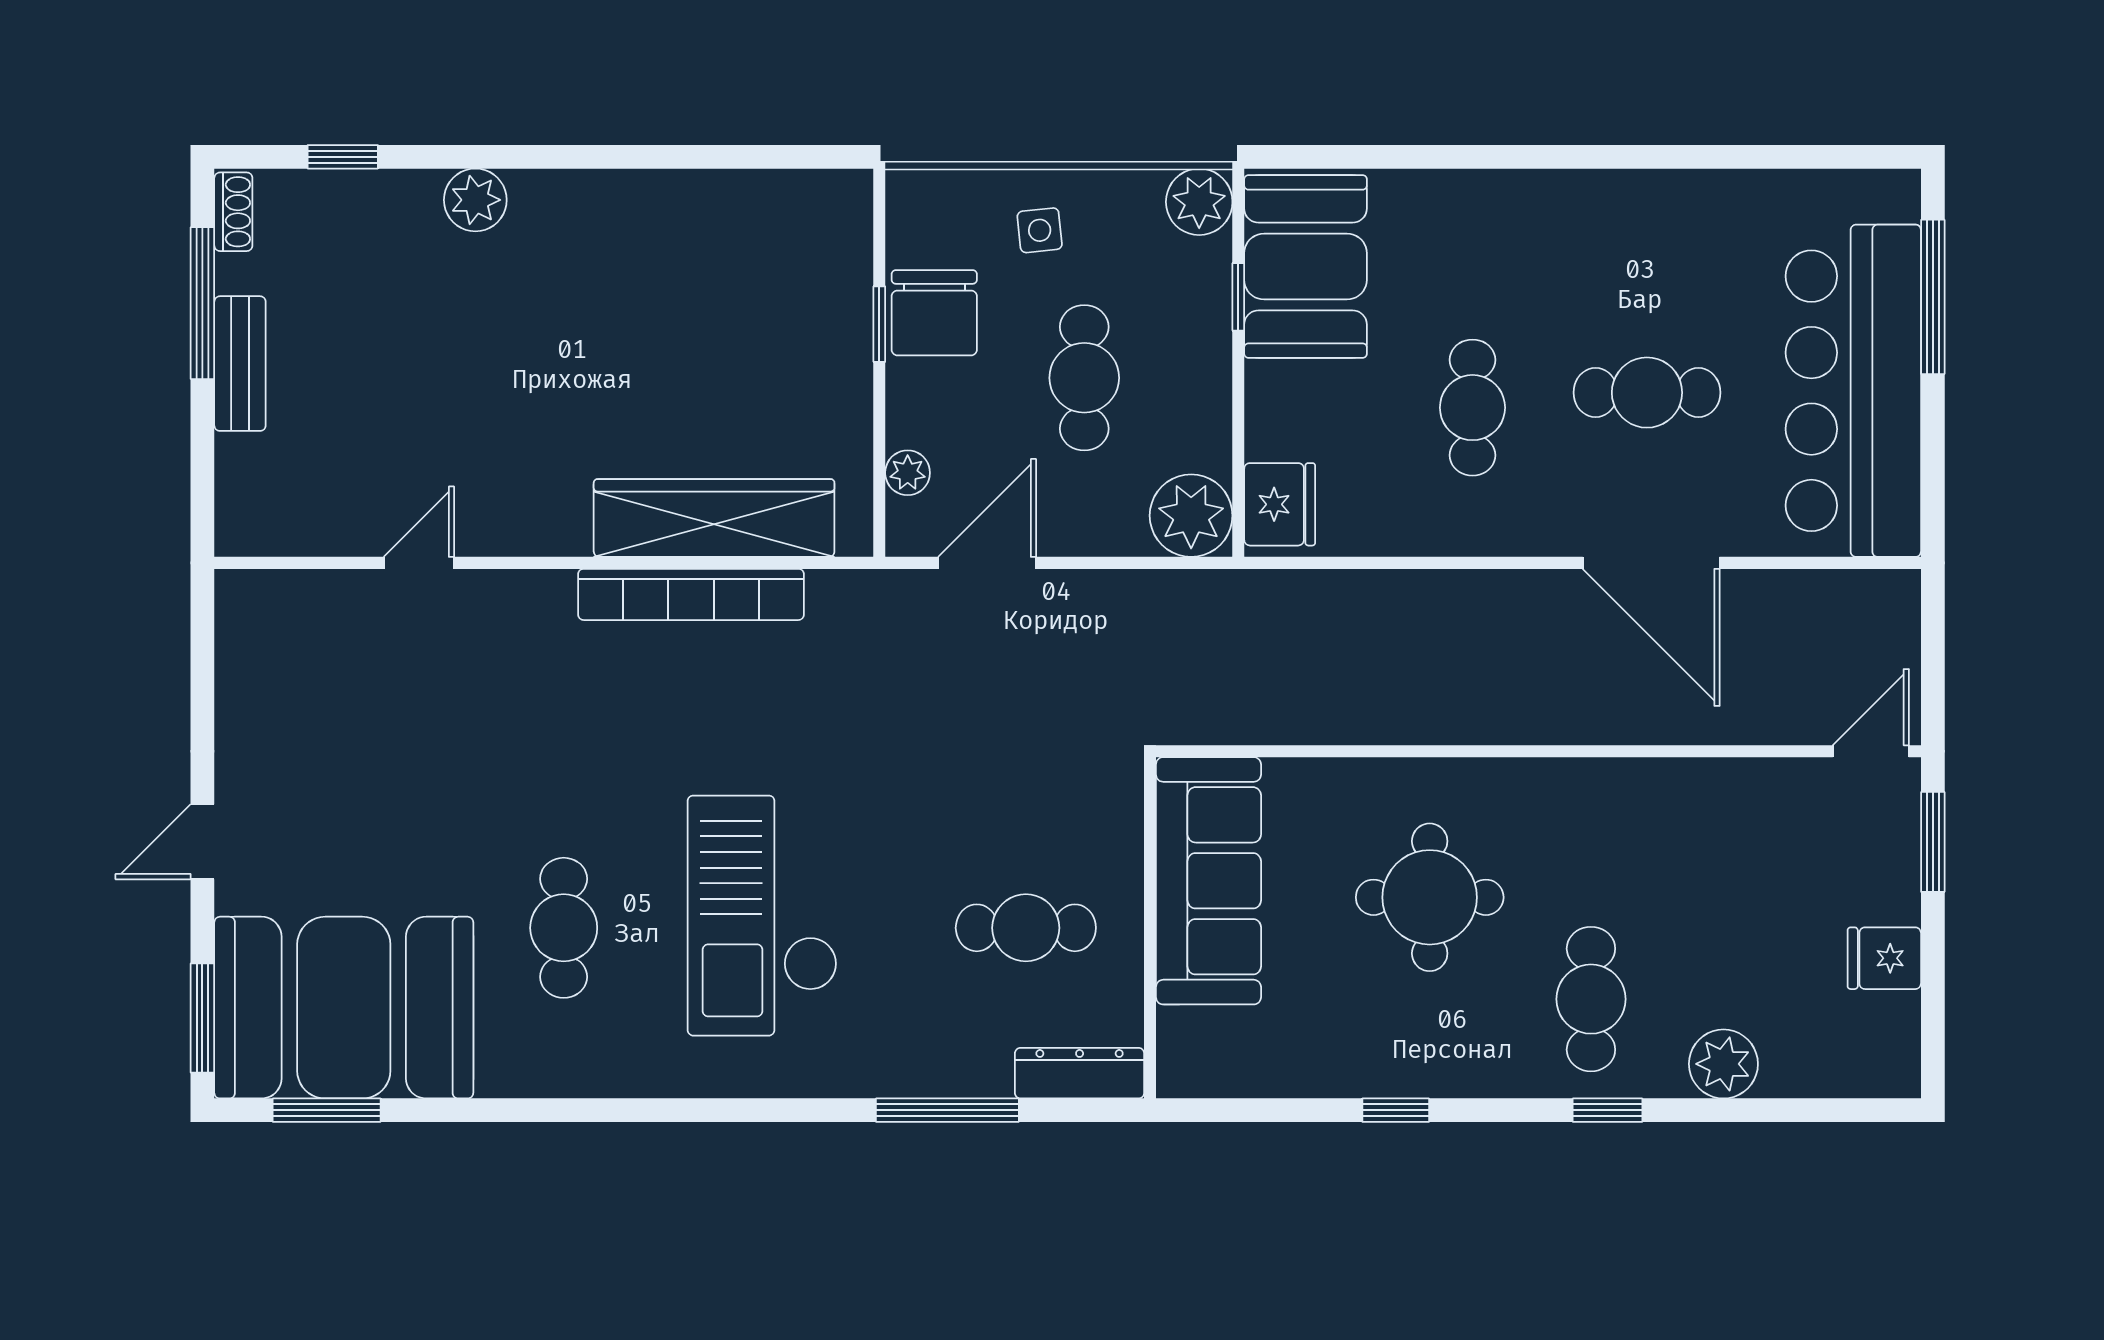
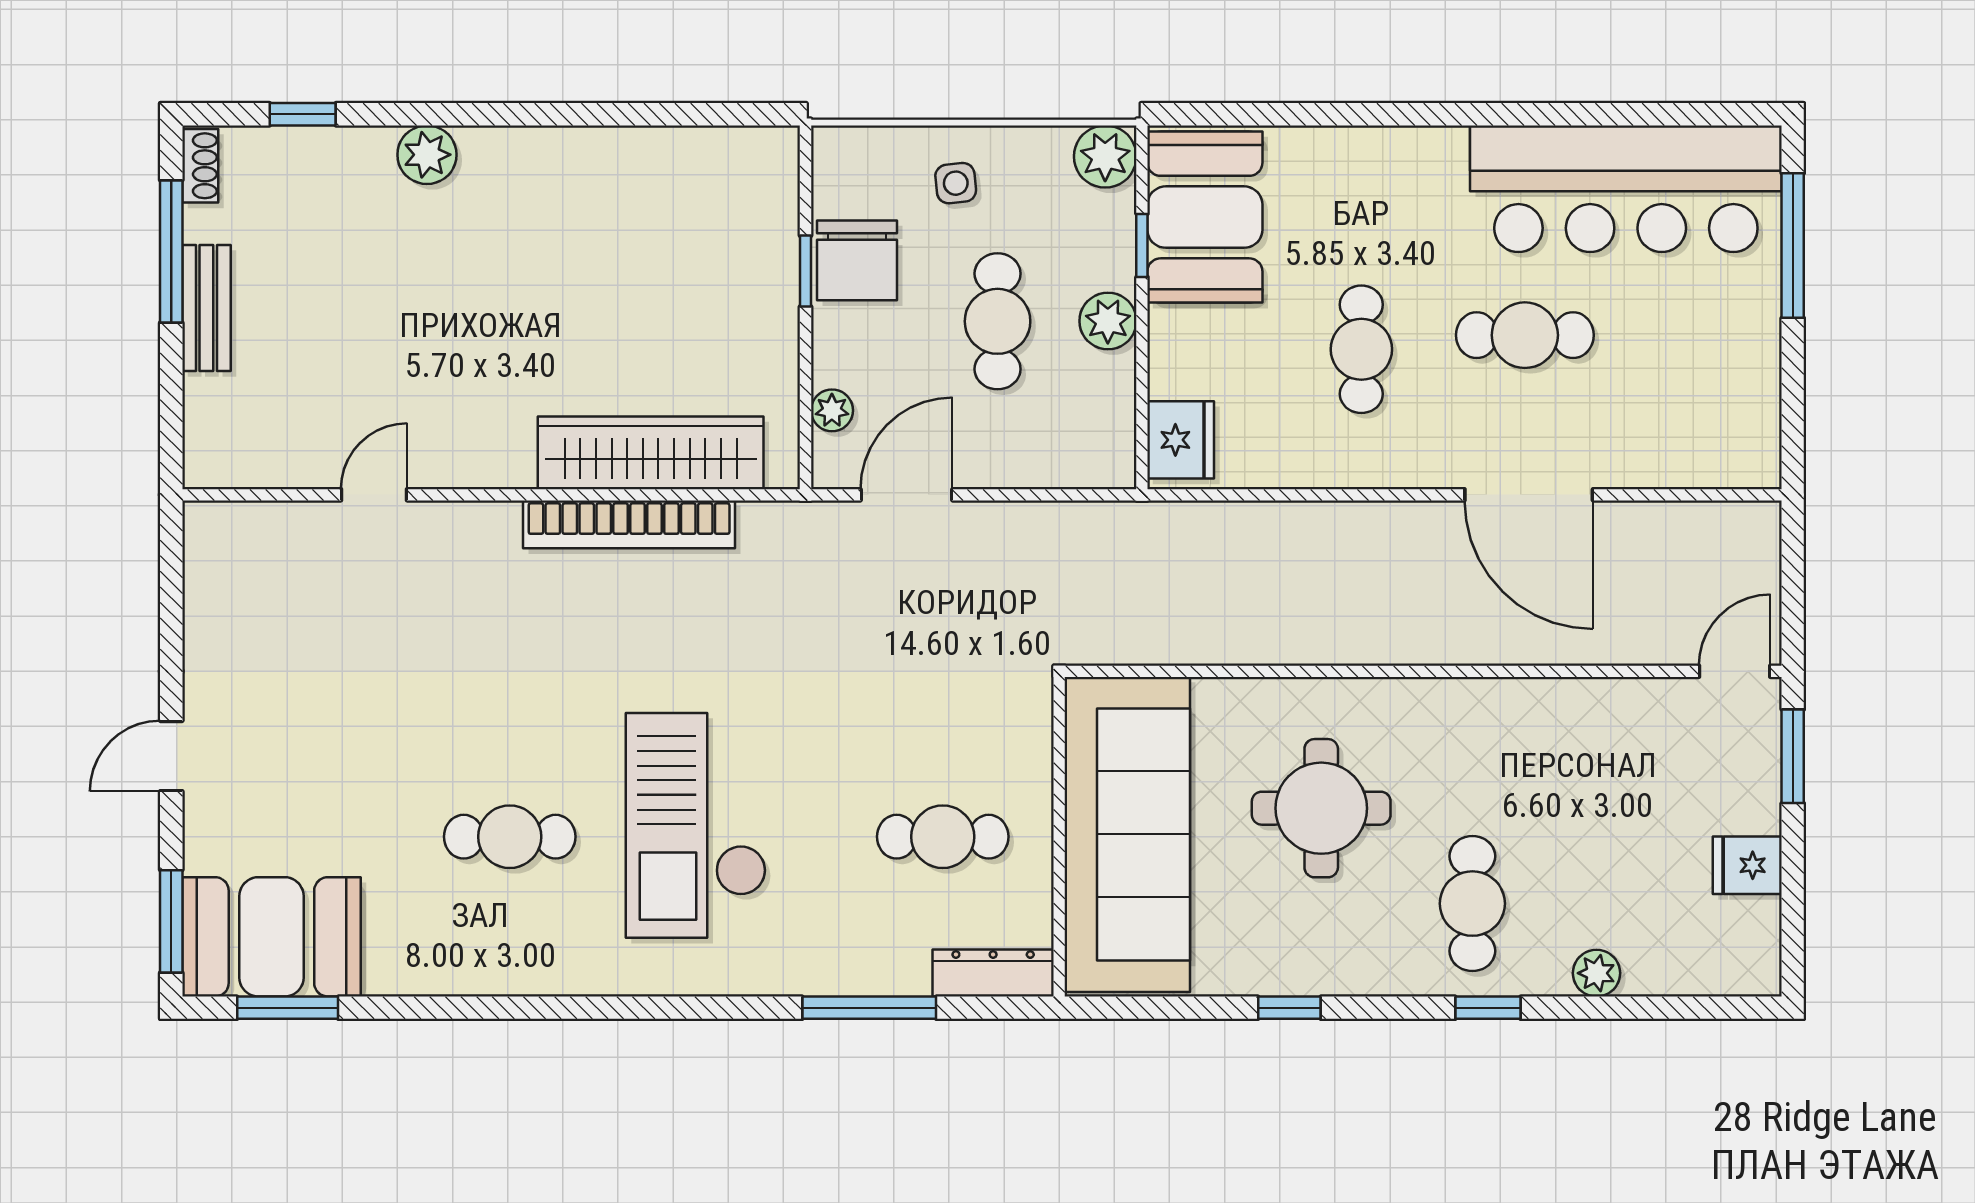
bar counter: (1853, 391) -> (1626, 189), moved, turned -90
plant: (1191, 516) -> (1108, 321), moved, width x0.73, depth x0.73
sofa: (1208, 881) -> (1127, 834), width x1.36, depth x1.27
cafe table: (564, 928) -> (510, 837), turned 90
booth: (344, 1008) -> (271, 937), width x0.73, depth x0.70
plant: (1723, 1064) -> (1596, 973), width x0.73, depth x0.73

